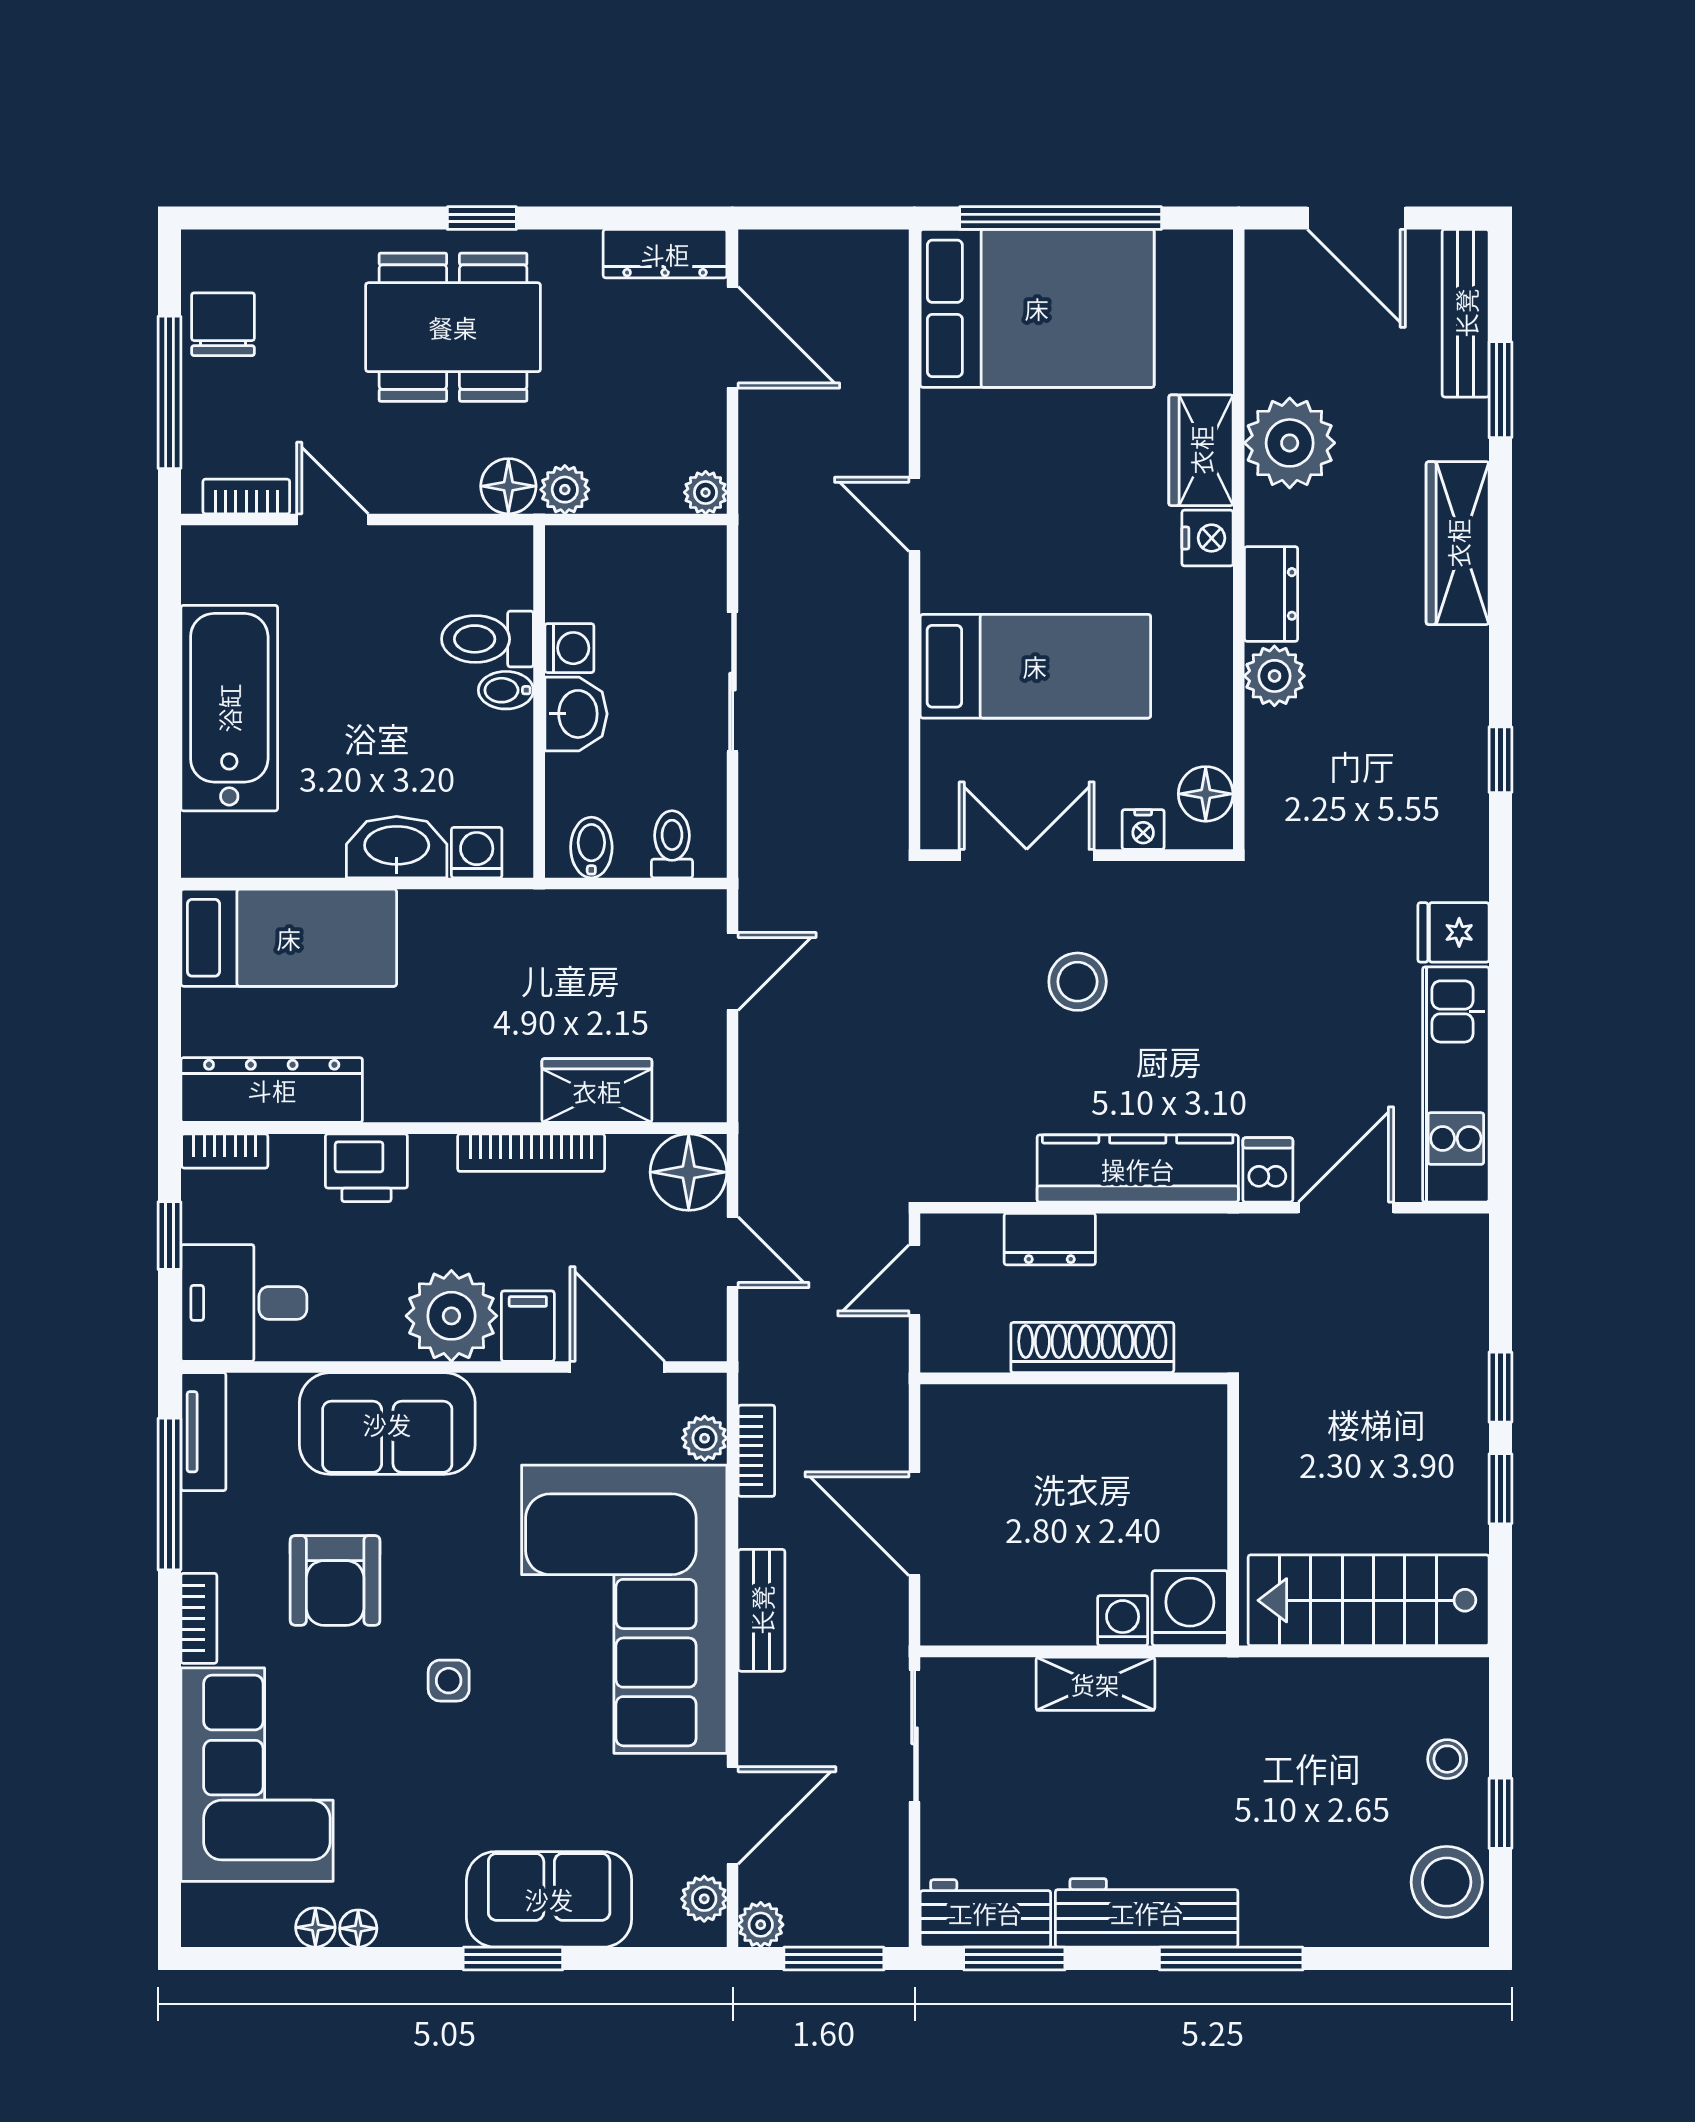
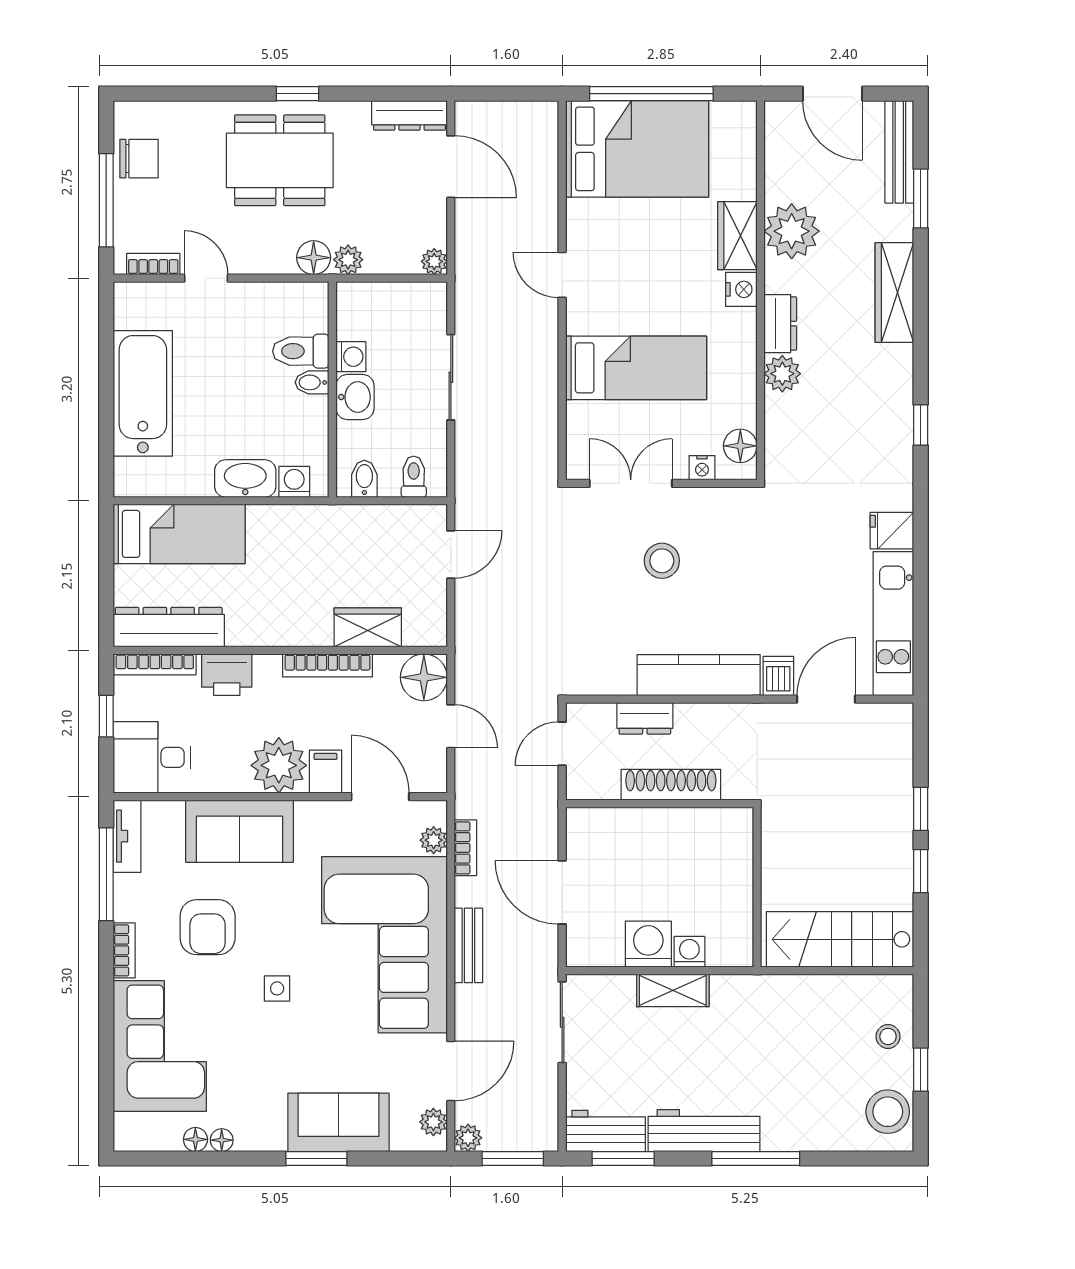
chair: (223, 324) -> (139, 159), turned 90
bookcase: (225, 1151) -> (155, 664), width x1.56
washing machine: (1190, 1608) -> (648, 944), moved

